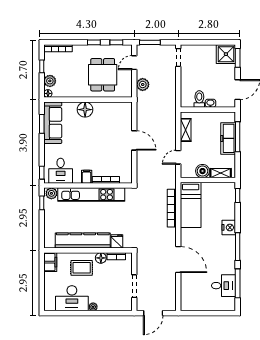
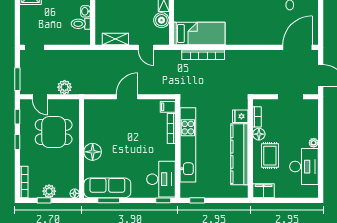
plant: (50, 81) -> (49, 191), moved
desk: (61, 171) -> (161, 179), width x1.37
filing cabinet: (87, 177) -> (168, 107), moved
plant: (51, 193) -> (186, 189), removed
door: (178, 260) -> (297, 47), moved

